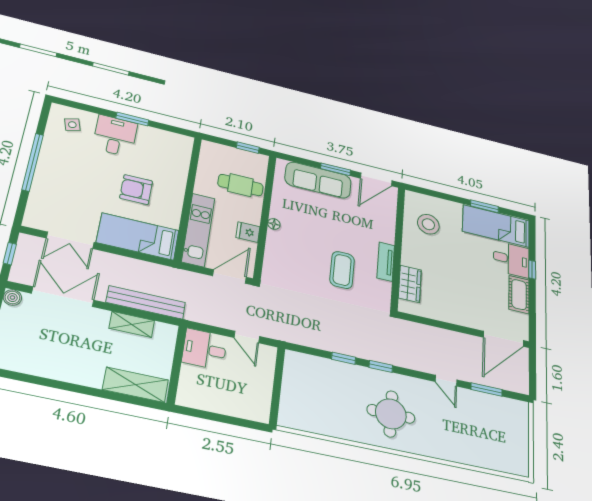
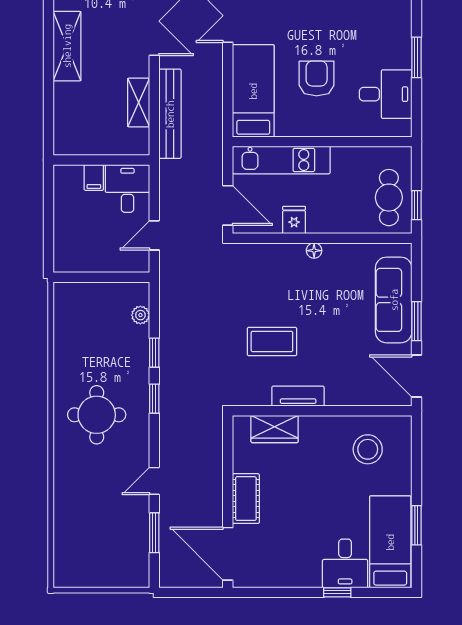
desk: (115, 136) -> (386, 94), moved
cafe table: (240, 185) -> (389, 198), moved
cot: (519, 295) -> (246, 499), moved, turned 90
plant: (312, 362) -> (140, 315), added
filing cabinet: (191, 374) -> (94, 177), added
shelving: (135, 385) -> (67, 46), moved

